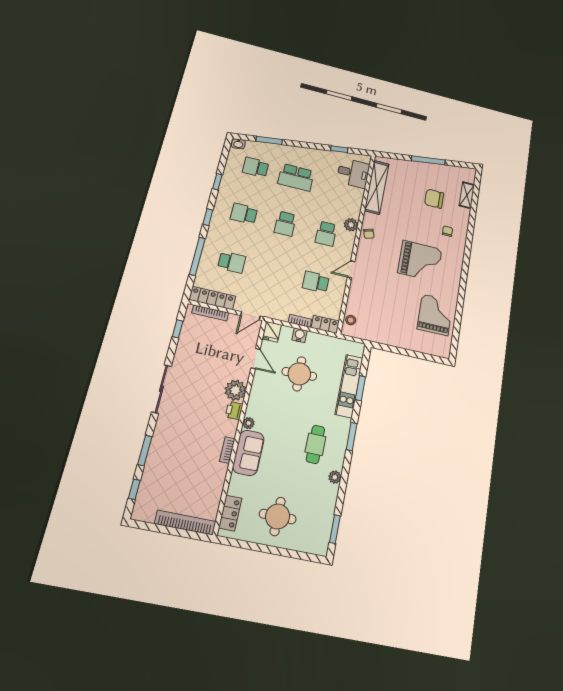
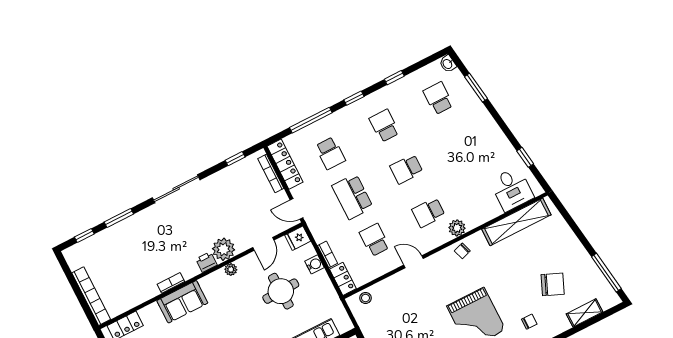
window: (428, 160) -> (606, 273), moved
school desk: (296, 177) -> (352, 197), moved
chair: (434, 199) -> (553, 284), turned 113
plant: (249, 423) -> (231, 269), moved

